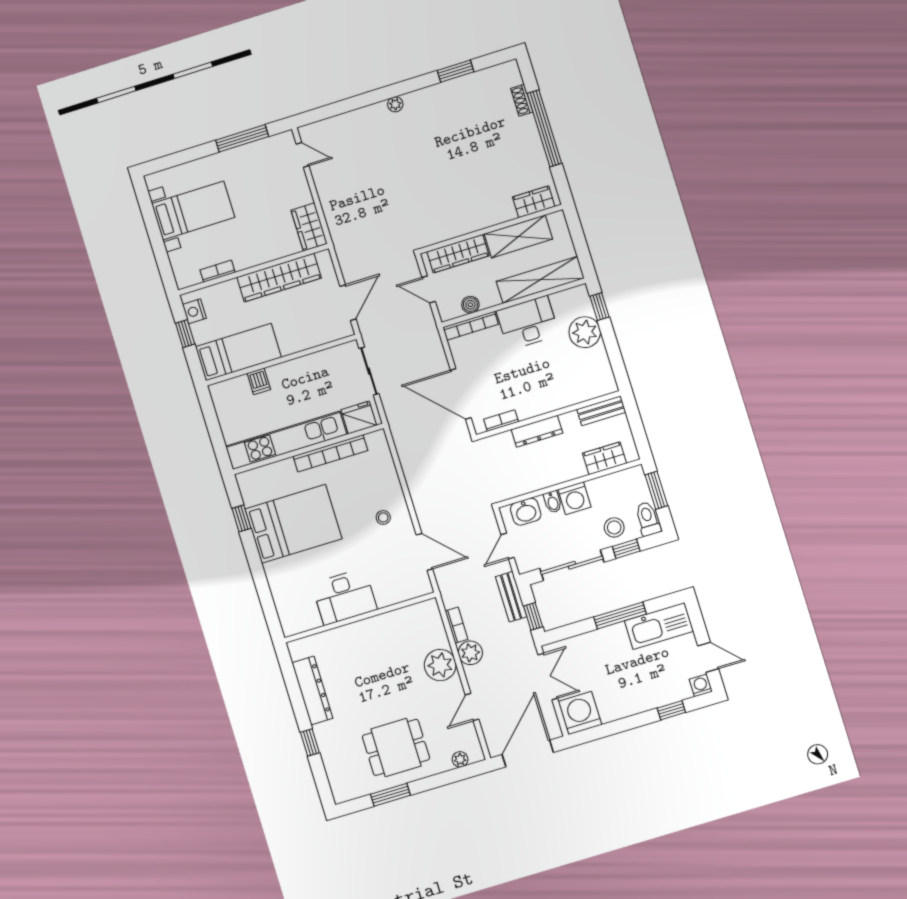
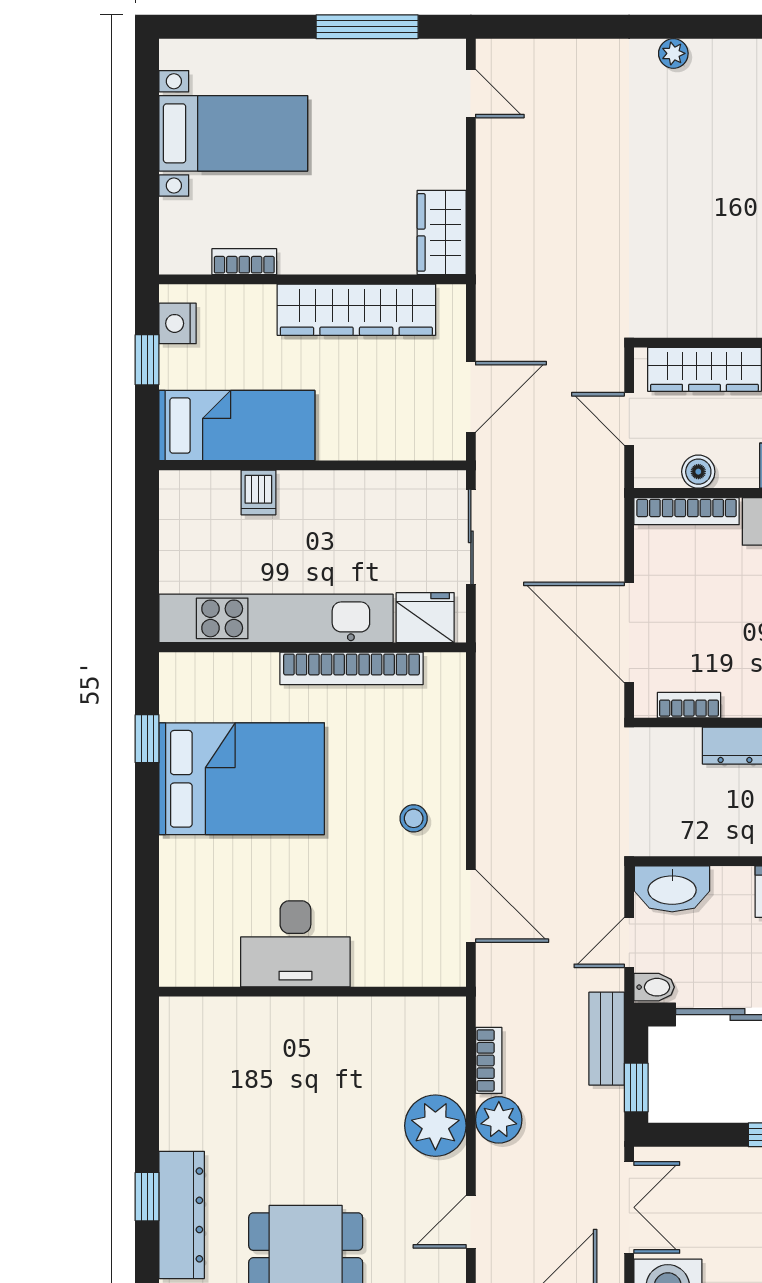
bidet: (553, 502) -> (654, 987), moved, turned -90
washbasin: (526, 512) -> (672, 889), width x1.38
dresser: (312, 690) -> (182, 1215), moved

